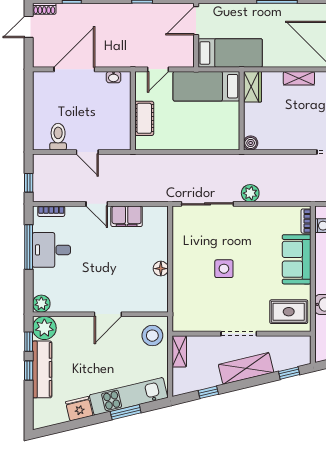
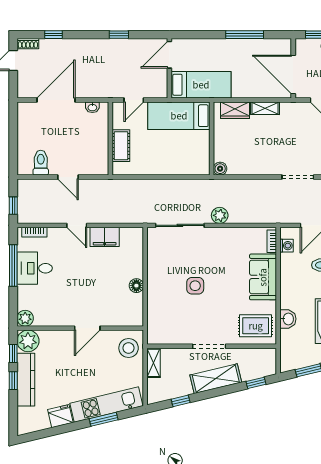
wardrobe: (252, 87) -> (235, 110), moved, turned 90

